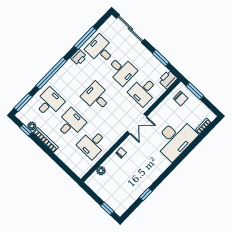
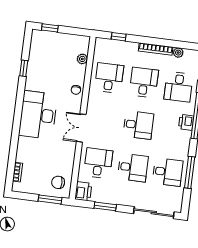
printer: (79, 57) -> (186, 122), moved
desk: (122, 70) -> (133, 168), turned 180
desk: (71, 123) -> (144, 82), turned 180
window: (26, 130) -> (119, 37), moved
desk: (175, 139) -> (38, 115), moved

